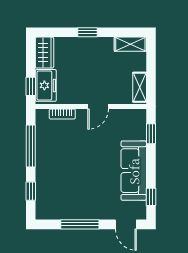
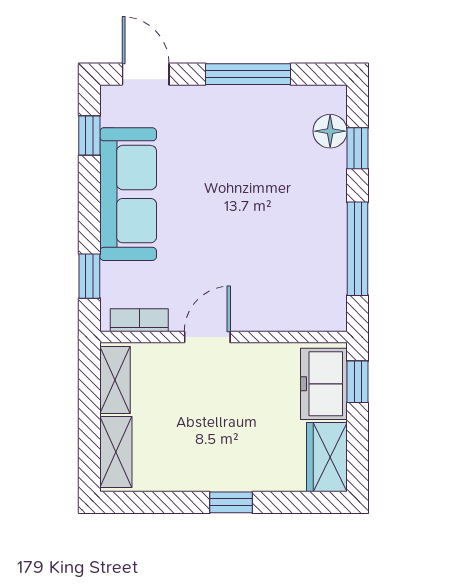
shelving: (130, 44) -> (116, 452), moved, turned 90
bookcase: (62, 114) -> (139, 320), moved
floor lamp: (43, 199) -> (330, 131), added

